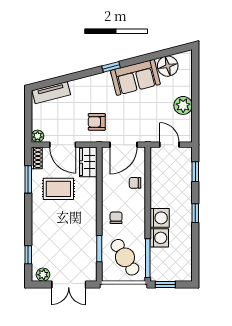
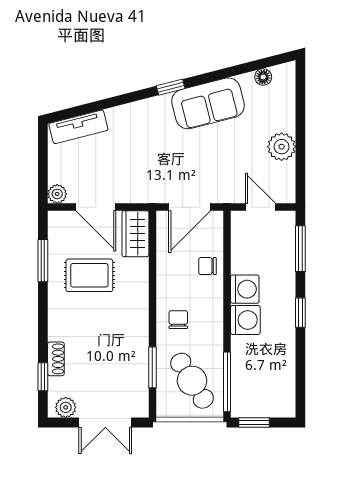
floor lamp: (168, 66) -> (263, 77), width x0.53, depth x0.53
armchair: (97, 122) -> (148, 172), removed
shoe rack: (37, 158) -> (56, 359), moved
window: (195, 172) -> (300, 249), width x1.50
washing machine: (159, 238) -> (245, 289), moved

